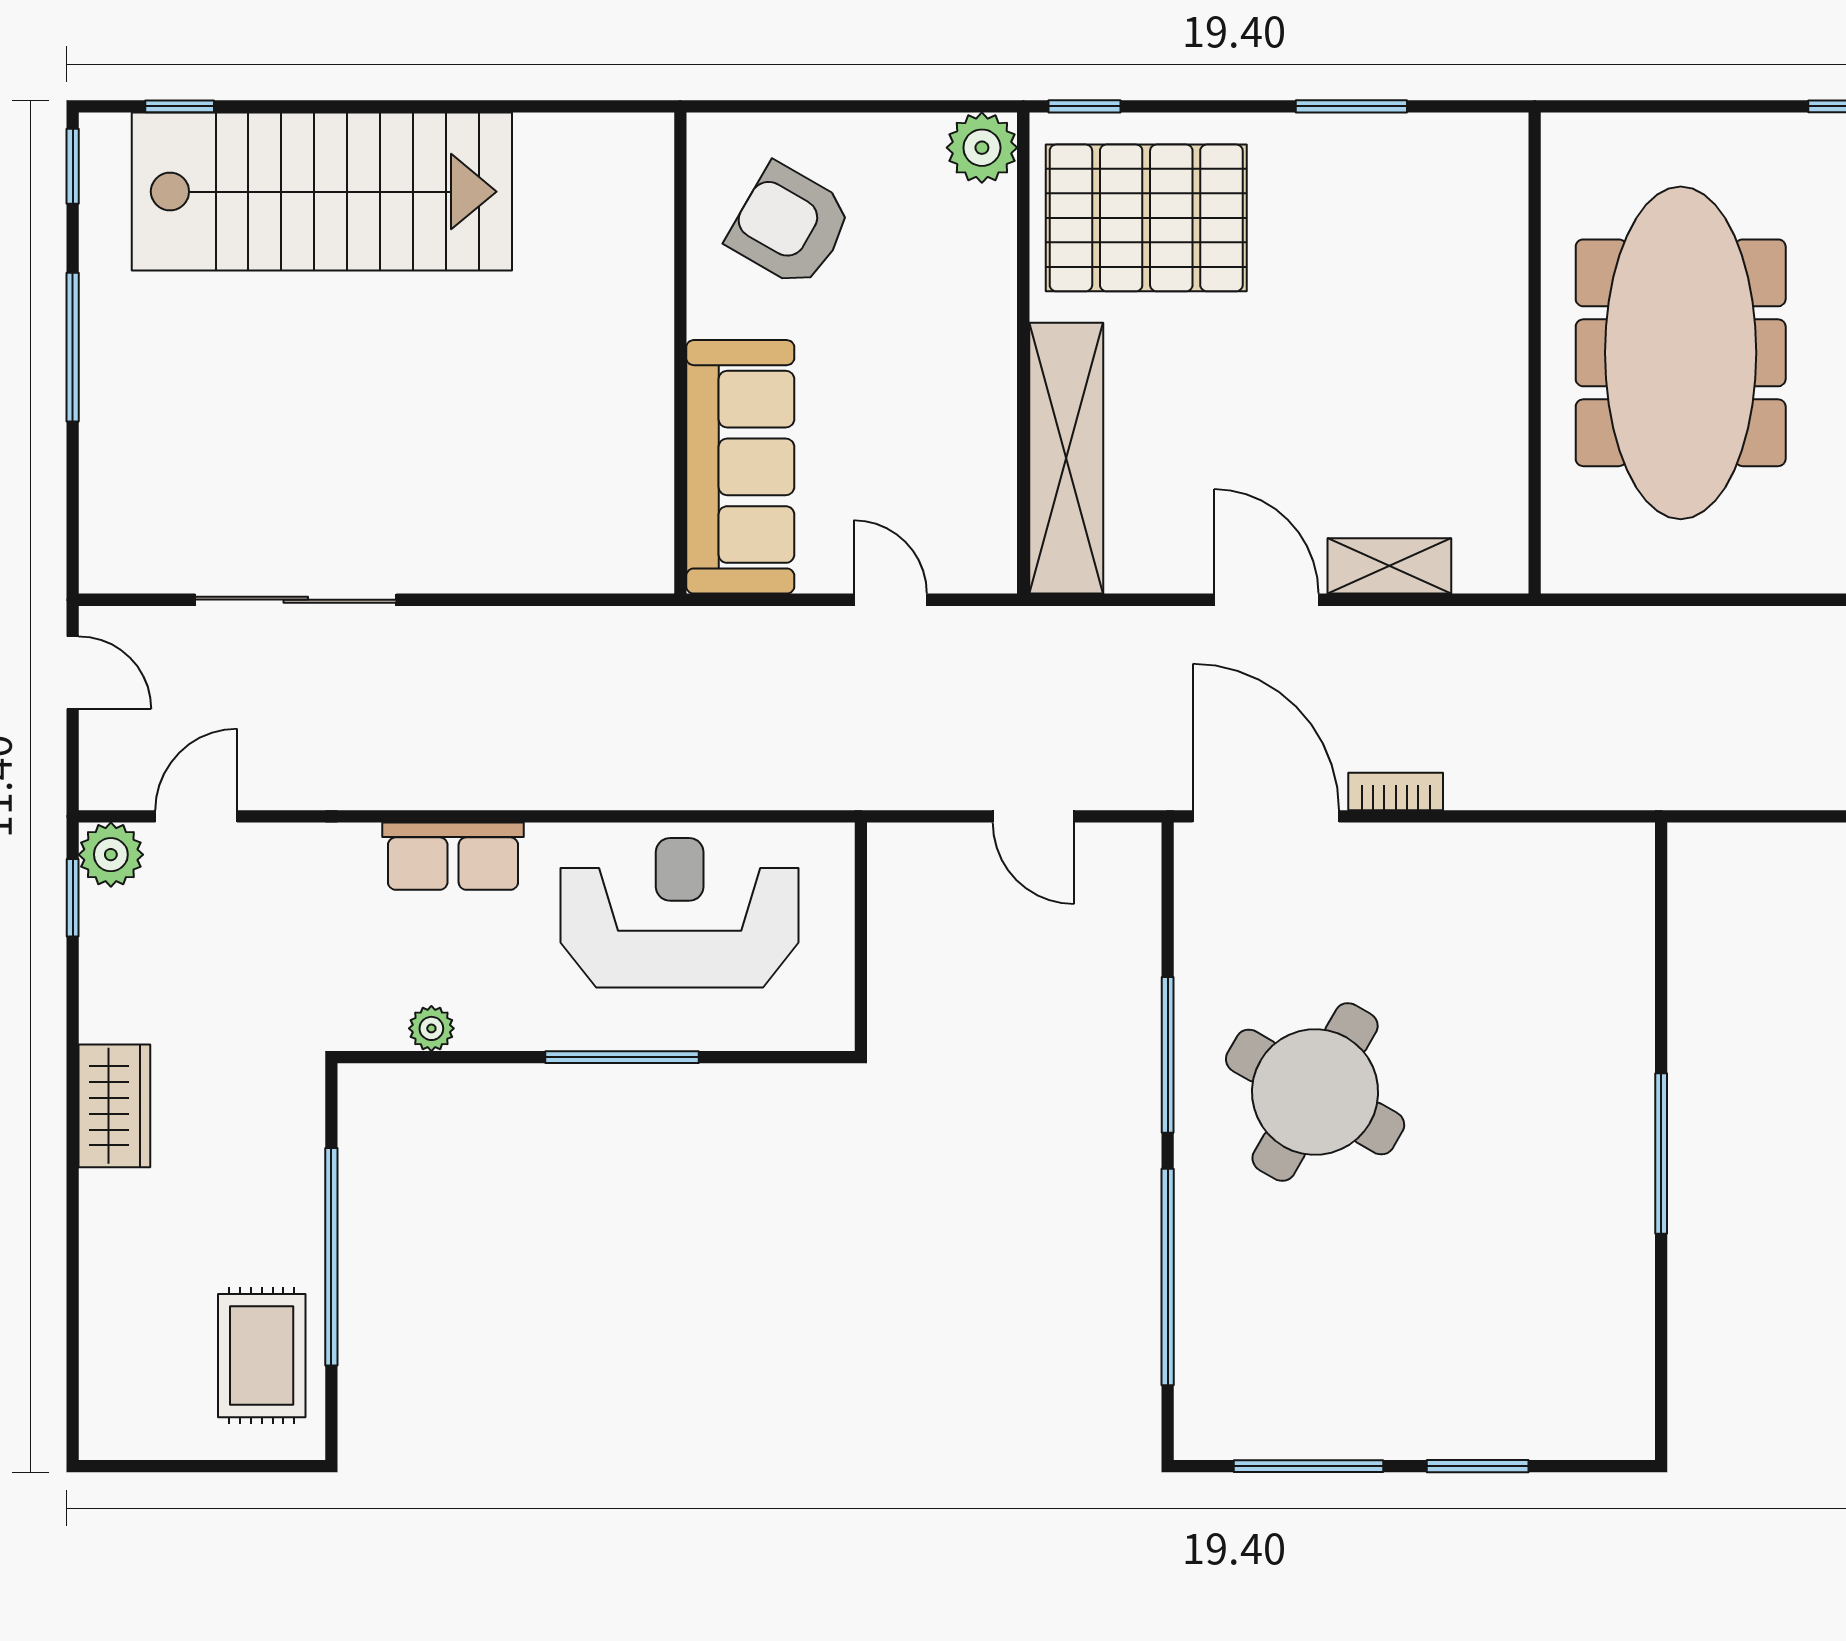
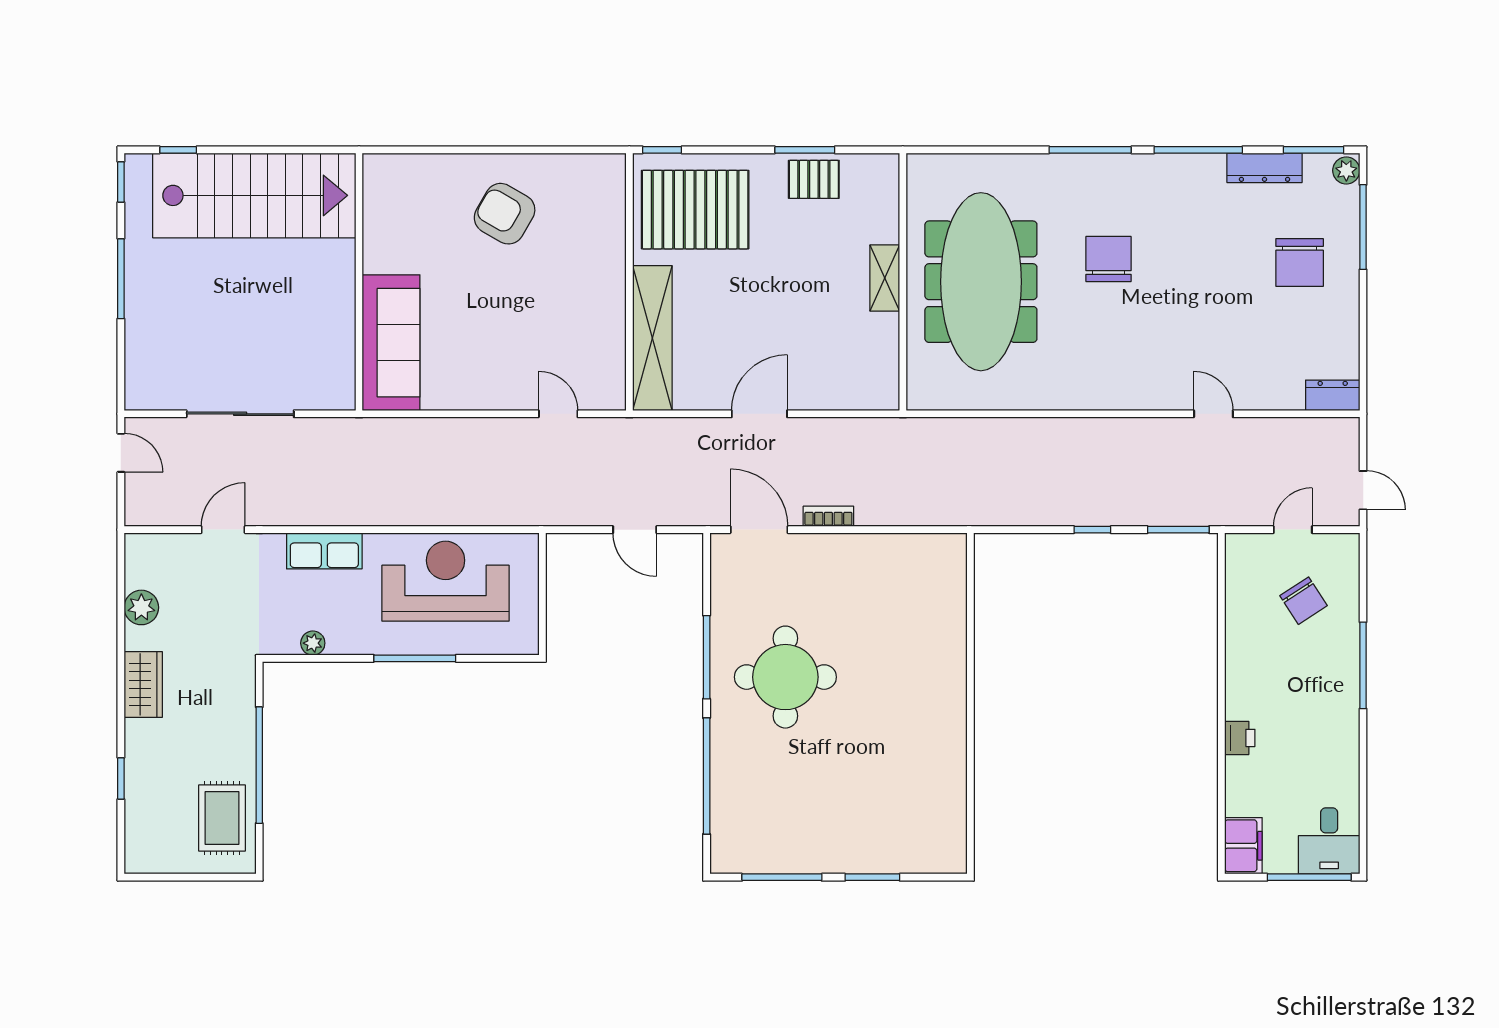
plant: (982, 148) -> (607, 172), removed
pallet: (1368, 161) -> (814, 179), added
wall: (680, 353) -> (359, 282), moved
sofa: (740, 467) -> (391, 343), moved
shelving: (1389, 566) -> (885, 278), moved, turned 90
door: (1266, 600) -> (759, 414), hinge flipped
door: (196, 816) -> (223, 530), moved
door: (1266, 816) -> (759, 530), width x0.73
plant: (111, 855) -> (141, 607), moved
window: (73, 898) -> (121, 778), moved
round table: (1315, 1092) -> (785, 677), turned -30
window: (1661, 1154) -> (970, 710), removed

